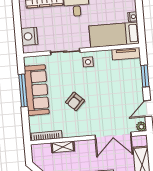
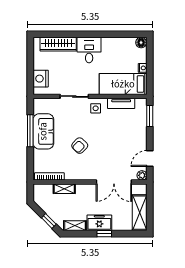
tv unit: (126, 54) -> (121, 103), moved
window: (145, 76) -> (150, 116), moved
sofa: (37, 90) -> (43, 131), width x0.73

